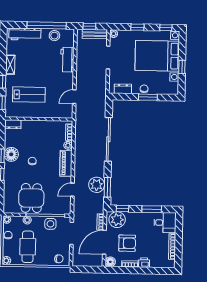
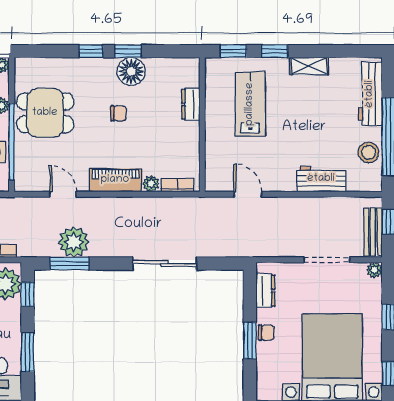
lab bench: (29, 95) -> (250, 104), turned 180
dresser: (13, 124) -> (191, 104), moved
sliding door: (108, 139) -> (165, 264), width x0.73

